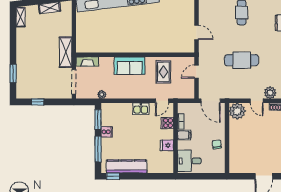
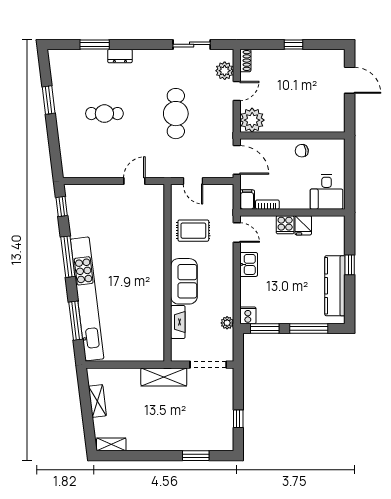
fireplace: (87, 62) -> (178, 322), moved
door: (211, 101) -> (237, 160), hinge flipped
cooker: (167, 123) -> (285, 225), moved
cooker: (107, 132) -> (248, 315), moved
filing cabinet: (184, 135) -> (247, 199), moved
window: (113, 176) -> (350, 265), moved

